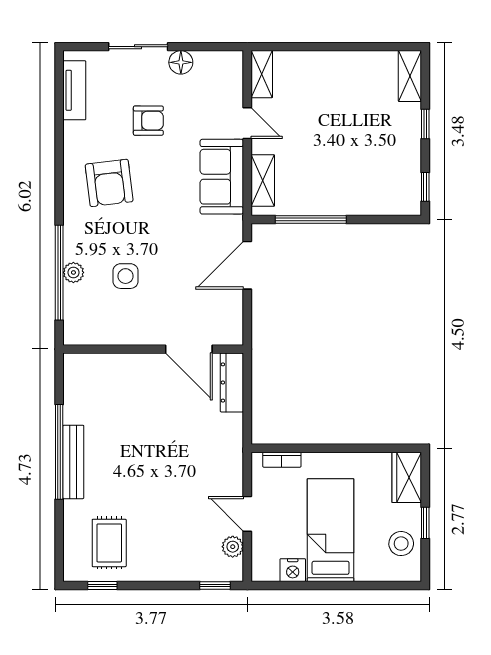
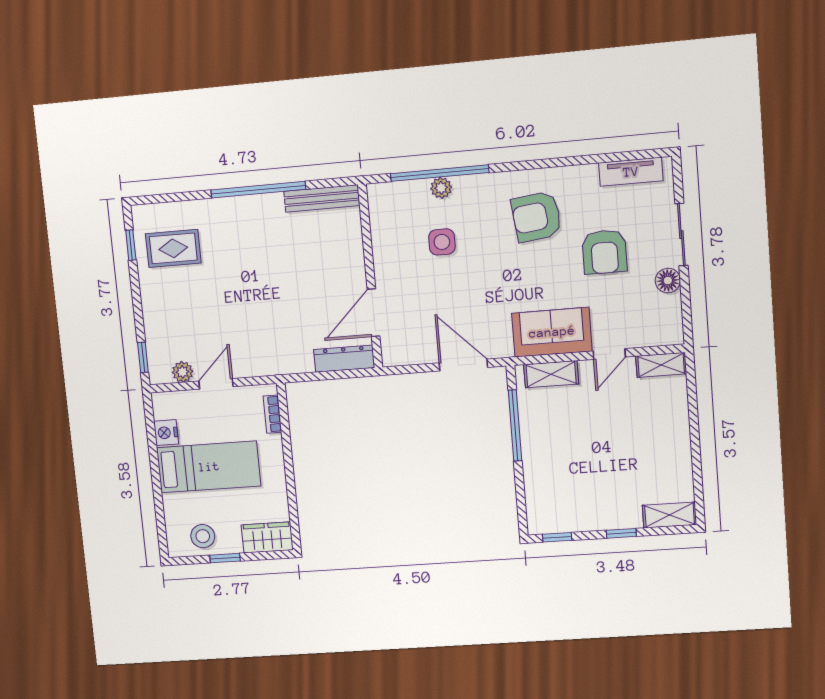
armchair: (148, 121) -> (604, 252), width x1.38, depth x1.38
bench: (73, 462) -> (322, 198), moved

